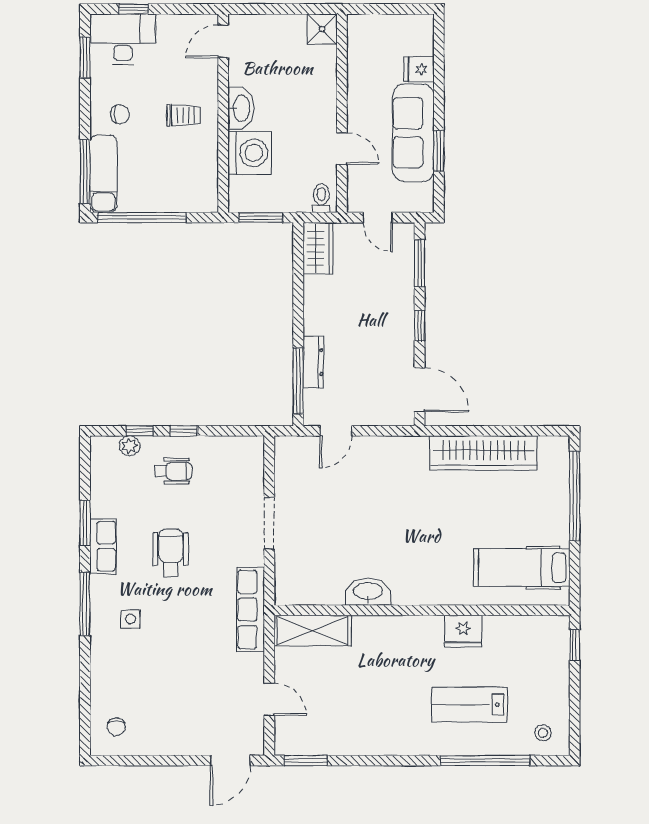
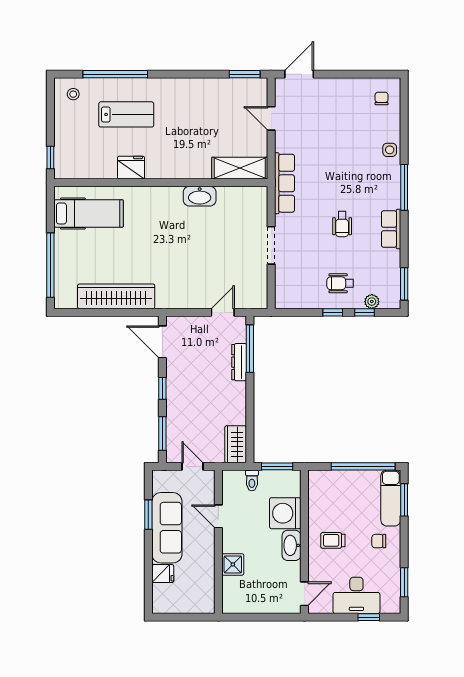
shower: (322, 29) -> (233, 564), moved
desk: (123, 39) -> (356, 595), moved
window: (85, 171) -> (404, 500), width x0.69
toilet: (321, 198) -> (252, 480), moved
window: (85, 523) -> (404, 284), moved
wheelchair: (171, 553) -> (342, 224), width x0.73, depth x0.73
side table: (131, 619) -> (390, 150), moved

